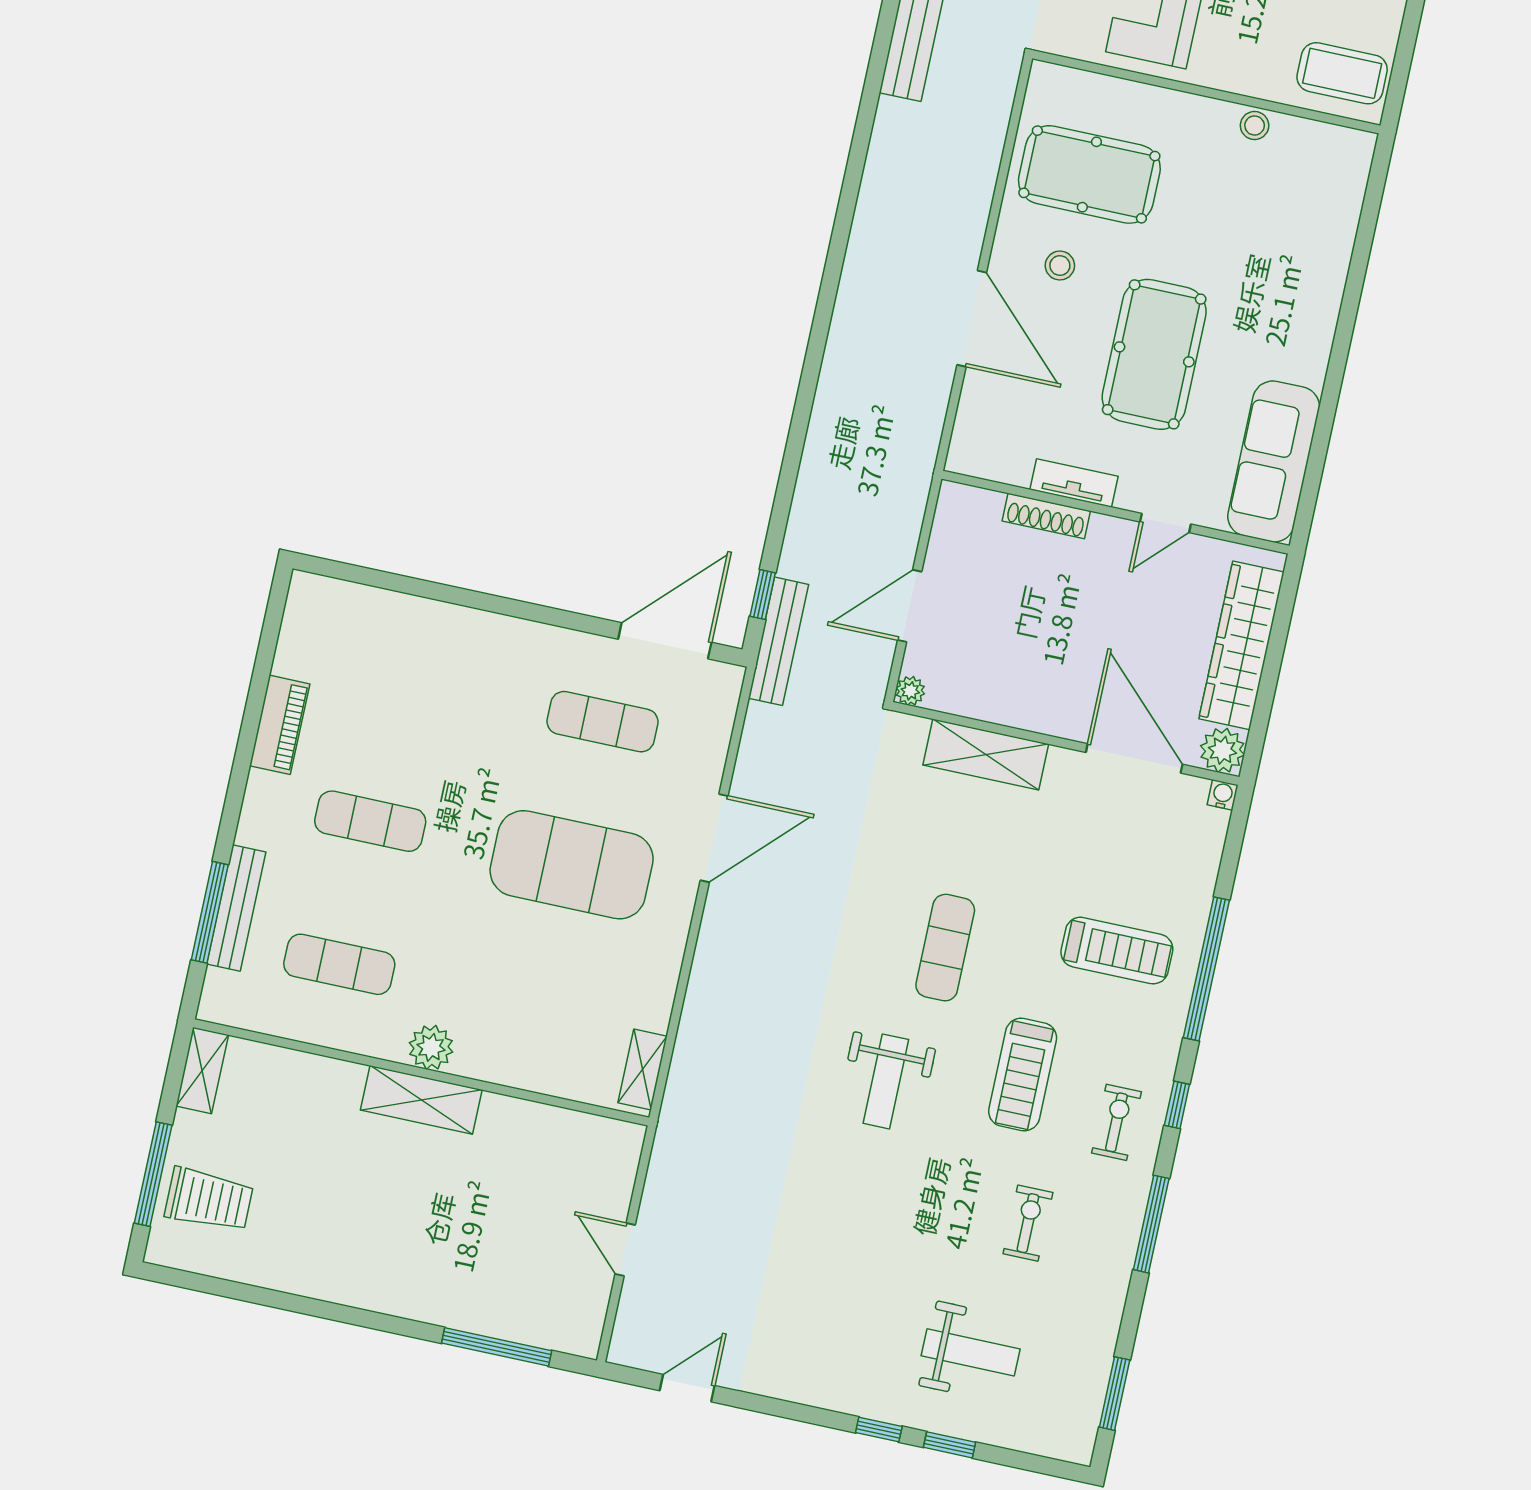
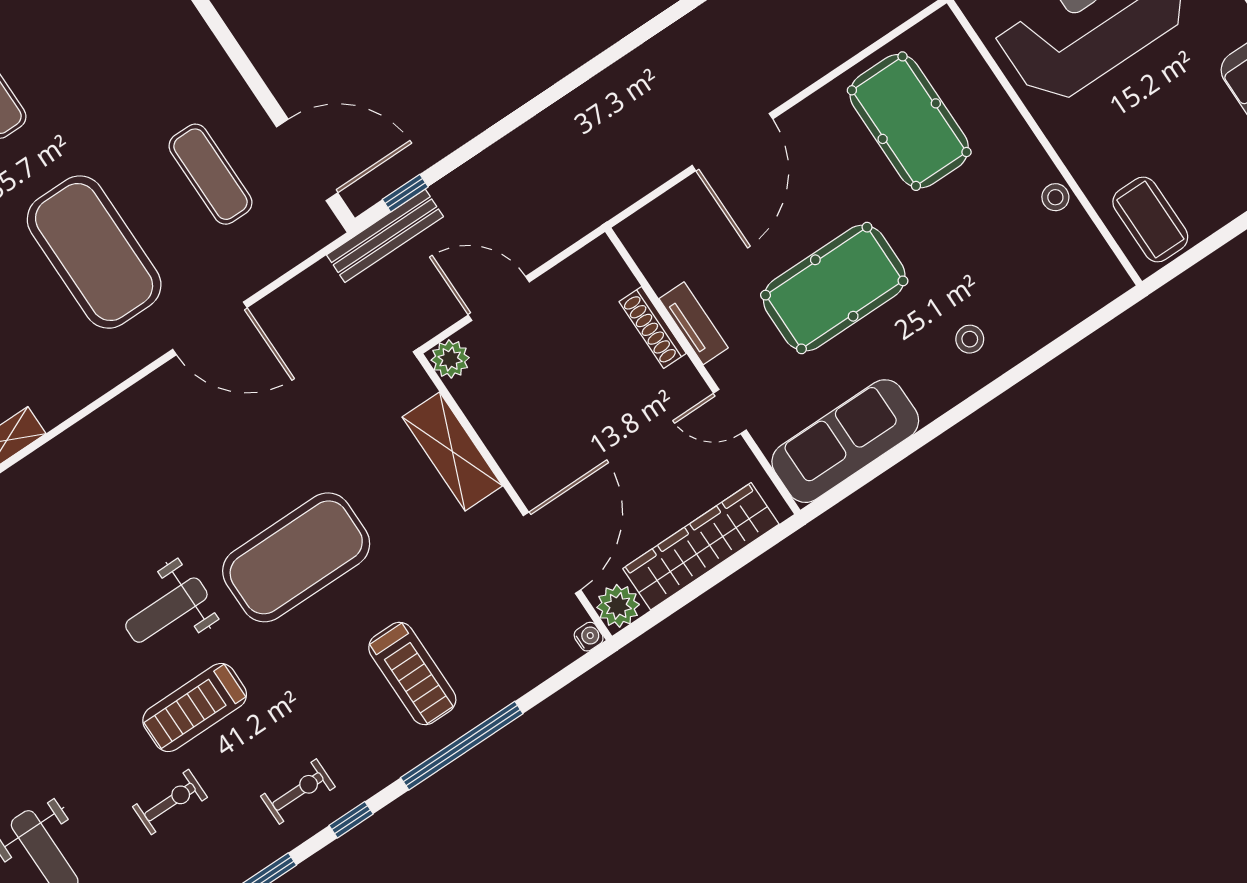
stool: (1060, 266) -> (970, 339), moved
plant: (910, 691) -> (450, 359), width x1.38, depth x1.38
exercise mat: (945, 948) -> (296, 557), width x2.00, depth x1.45
treadmill: (1023, 1075) -> (195, 707), moved

